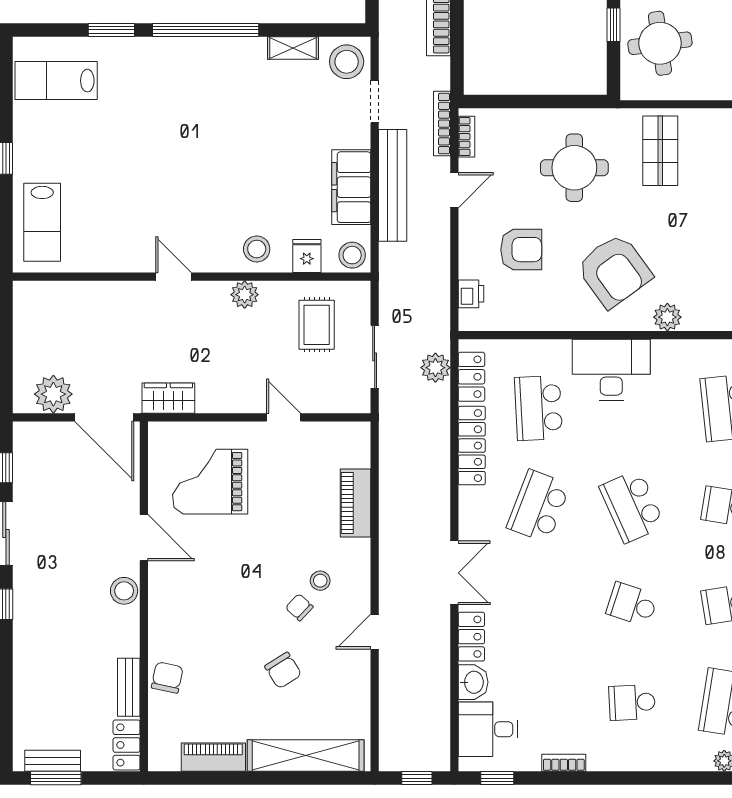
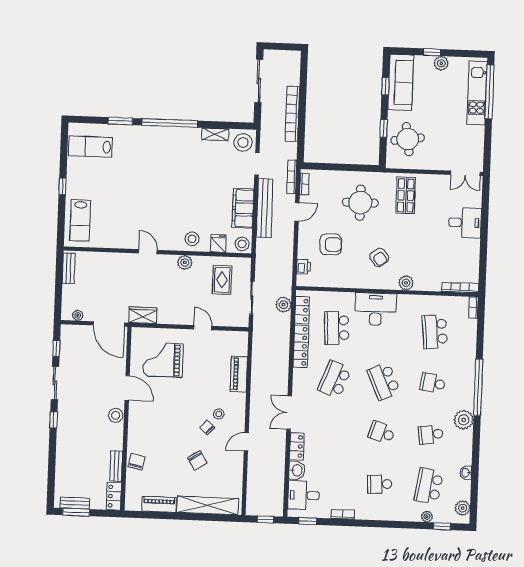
armchair: (614, 271) -> (379, 257), width x0.53, depth x0.53
bench: (24, 314) -> (69, 268), added
plant: (53, 394) -> (78, 315), width x0.53, depth x0.53
double door: (454, 573) -> (289, 413), swing flipped

